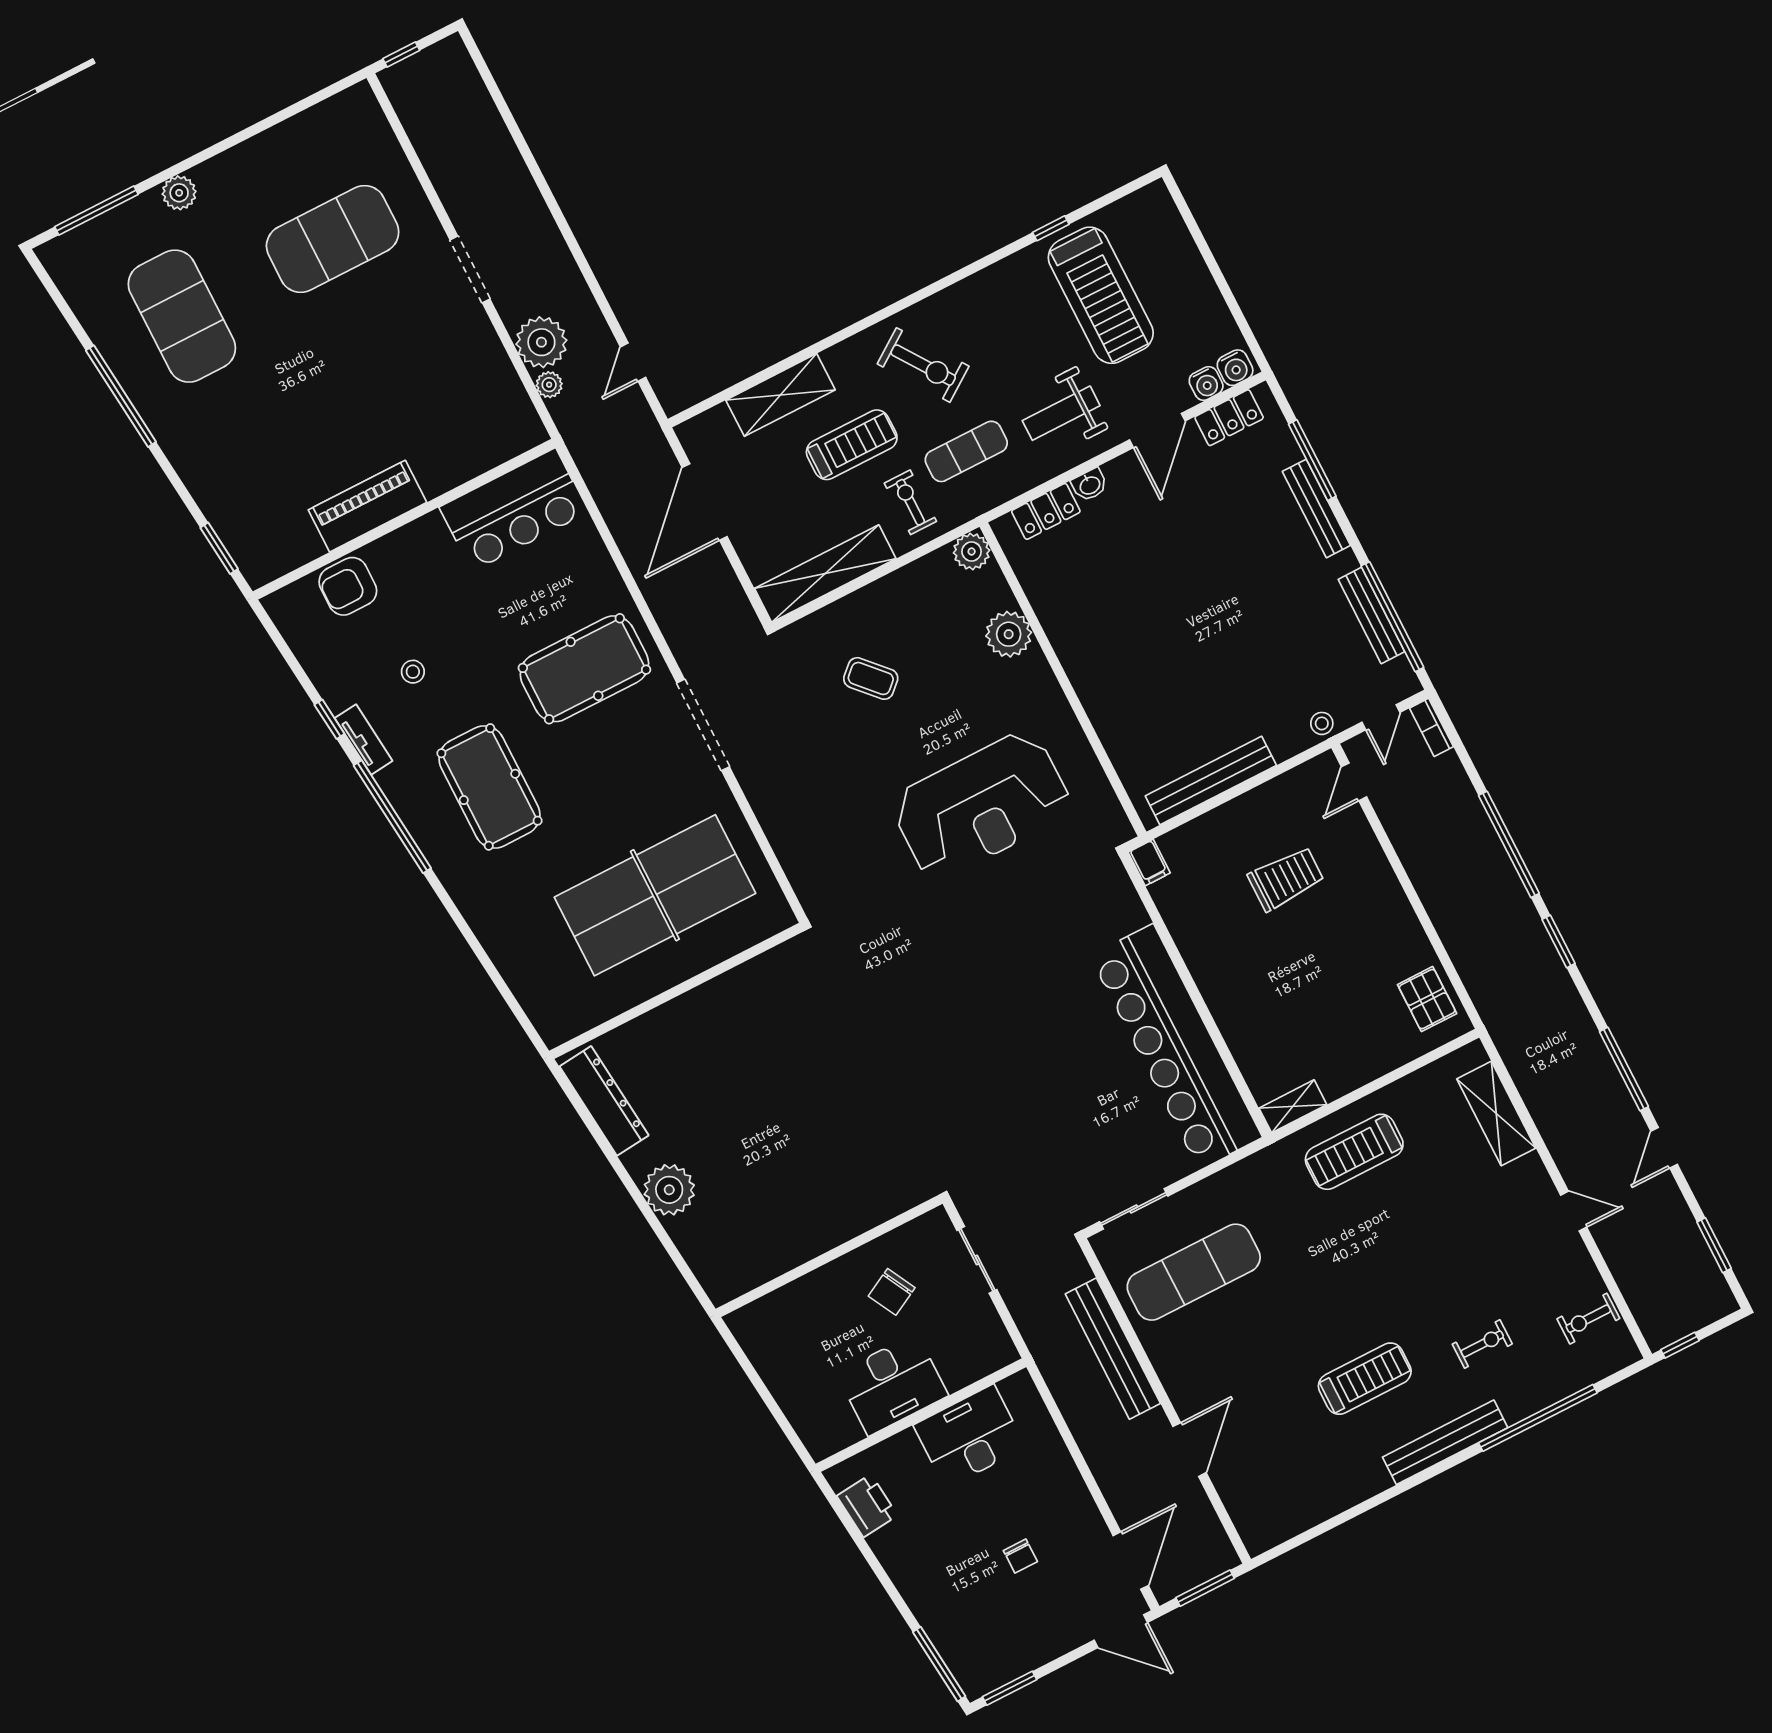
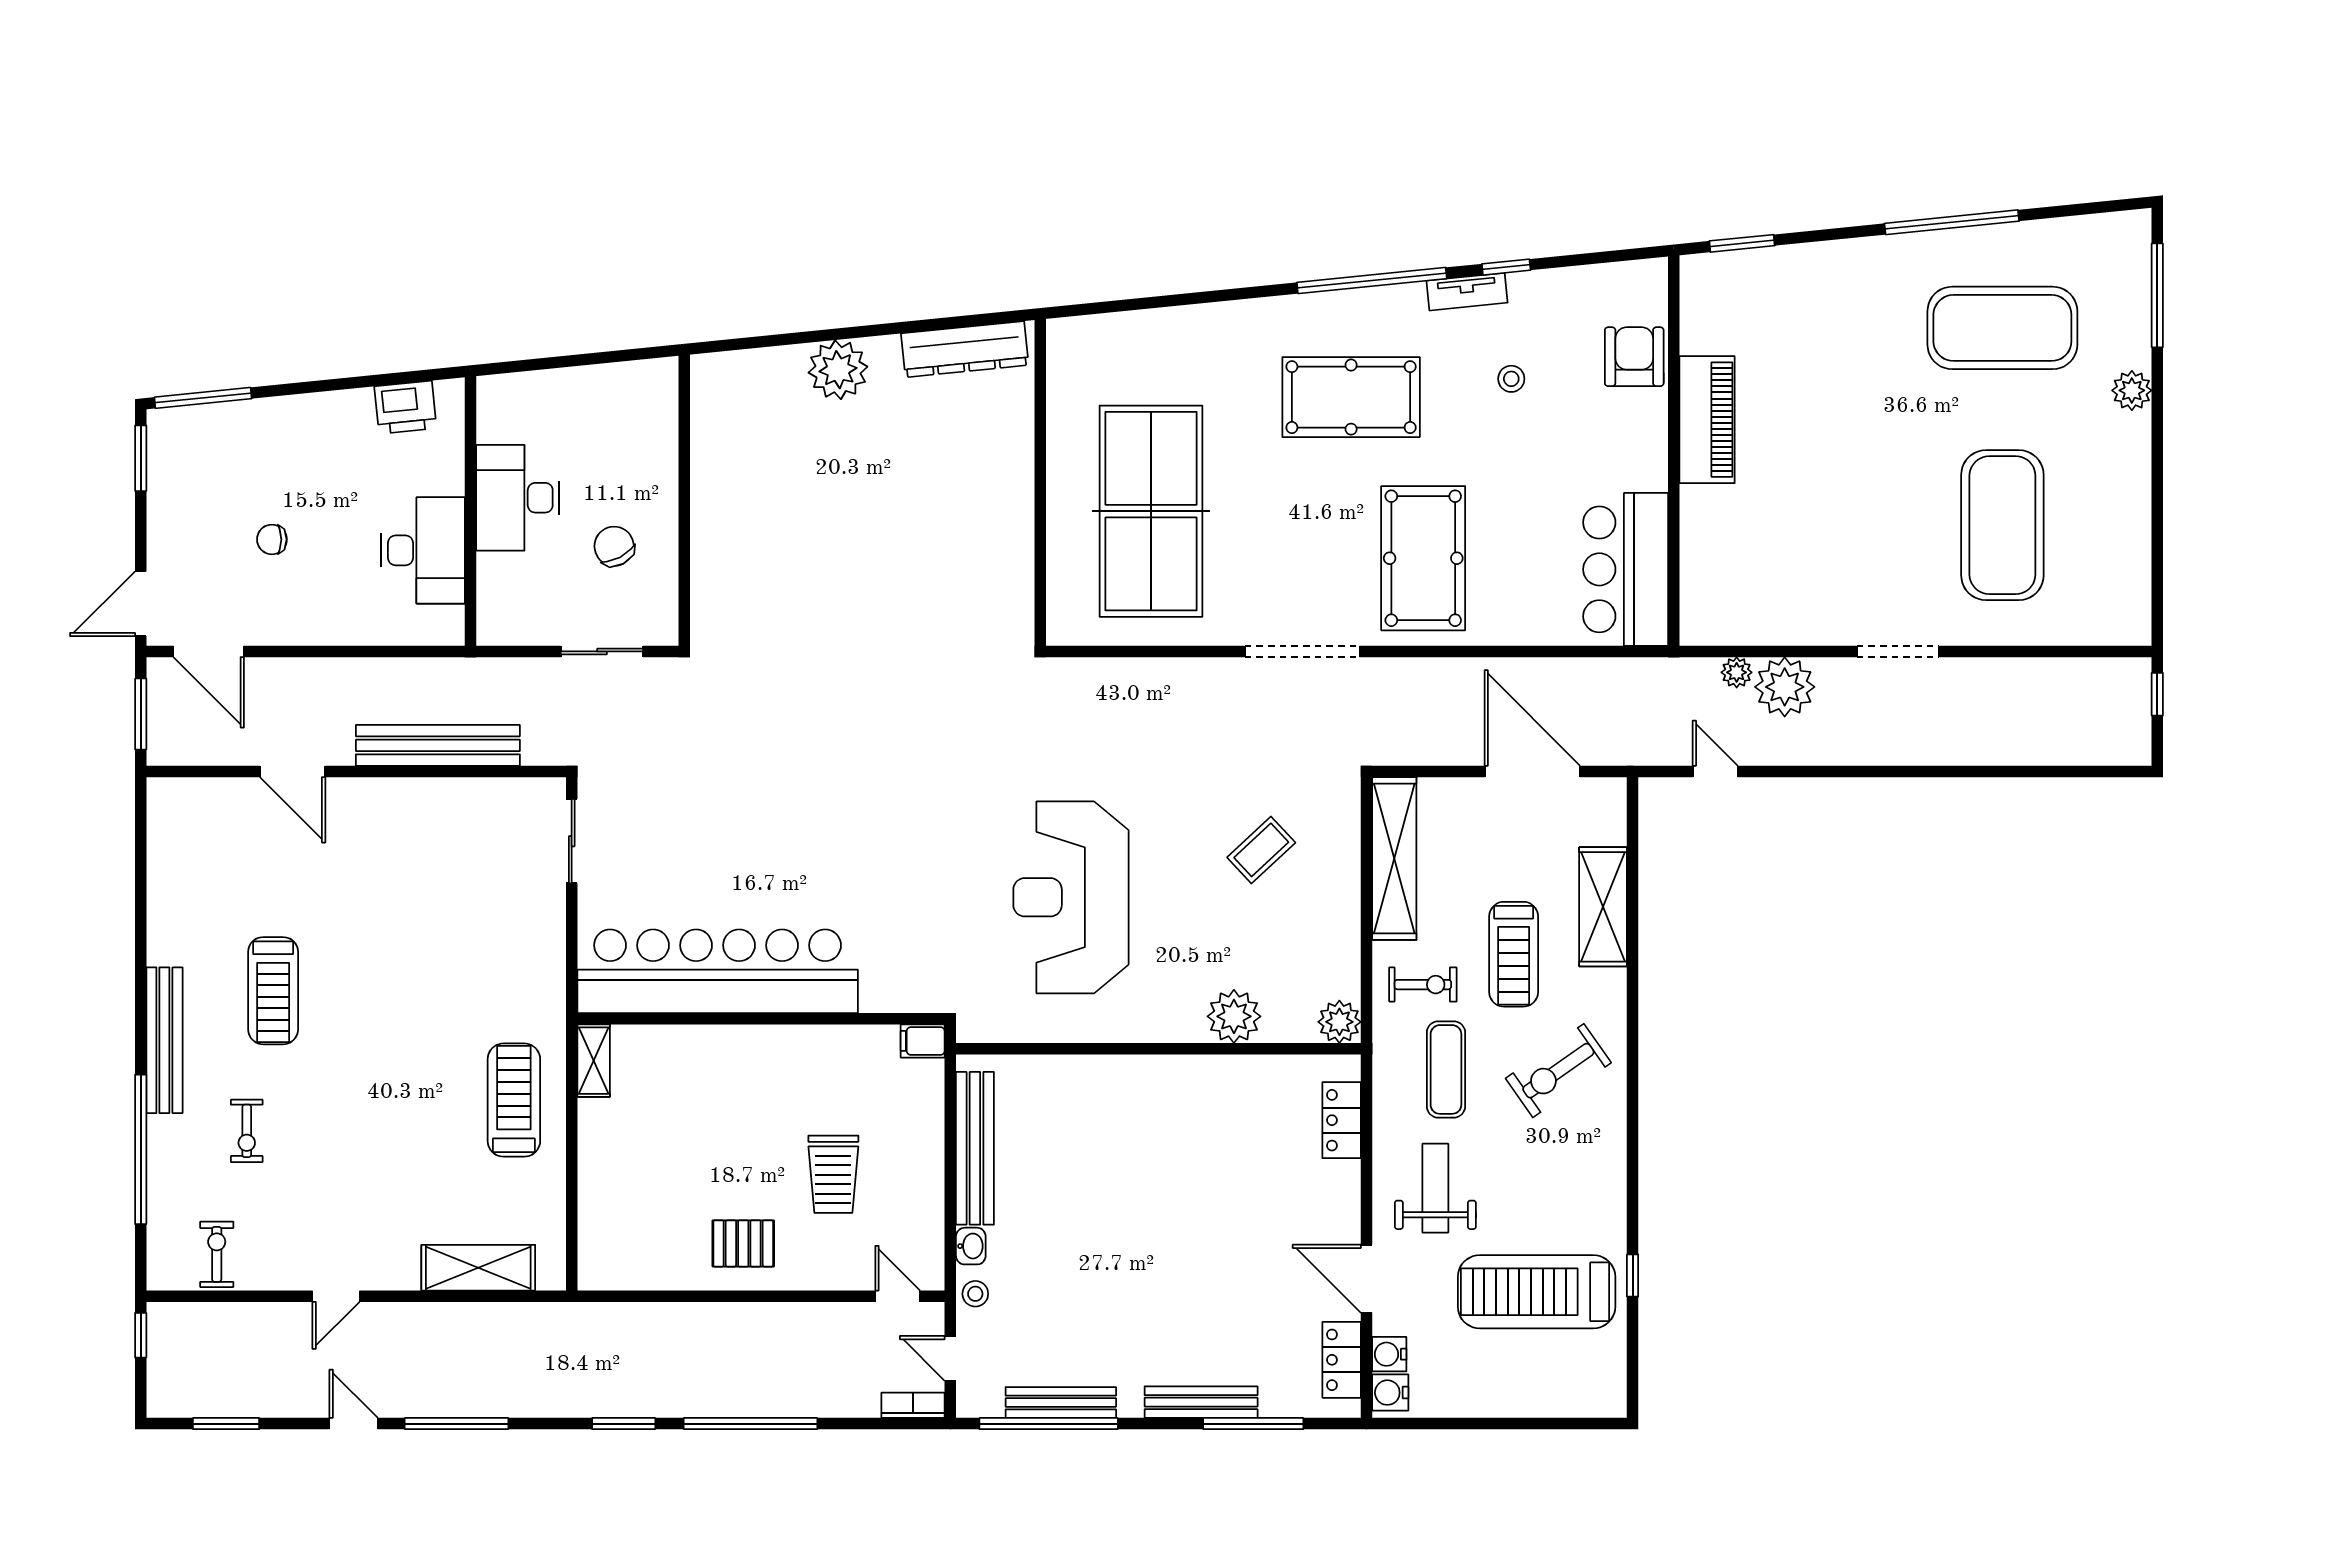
washbasin: (1090, 485) -> (971, 1246), moved, turned 180
pallet: (1427, 999) -> (743, 1243), moved
exercise mat: (1194, 1272) -> (474, 870), removed

